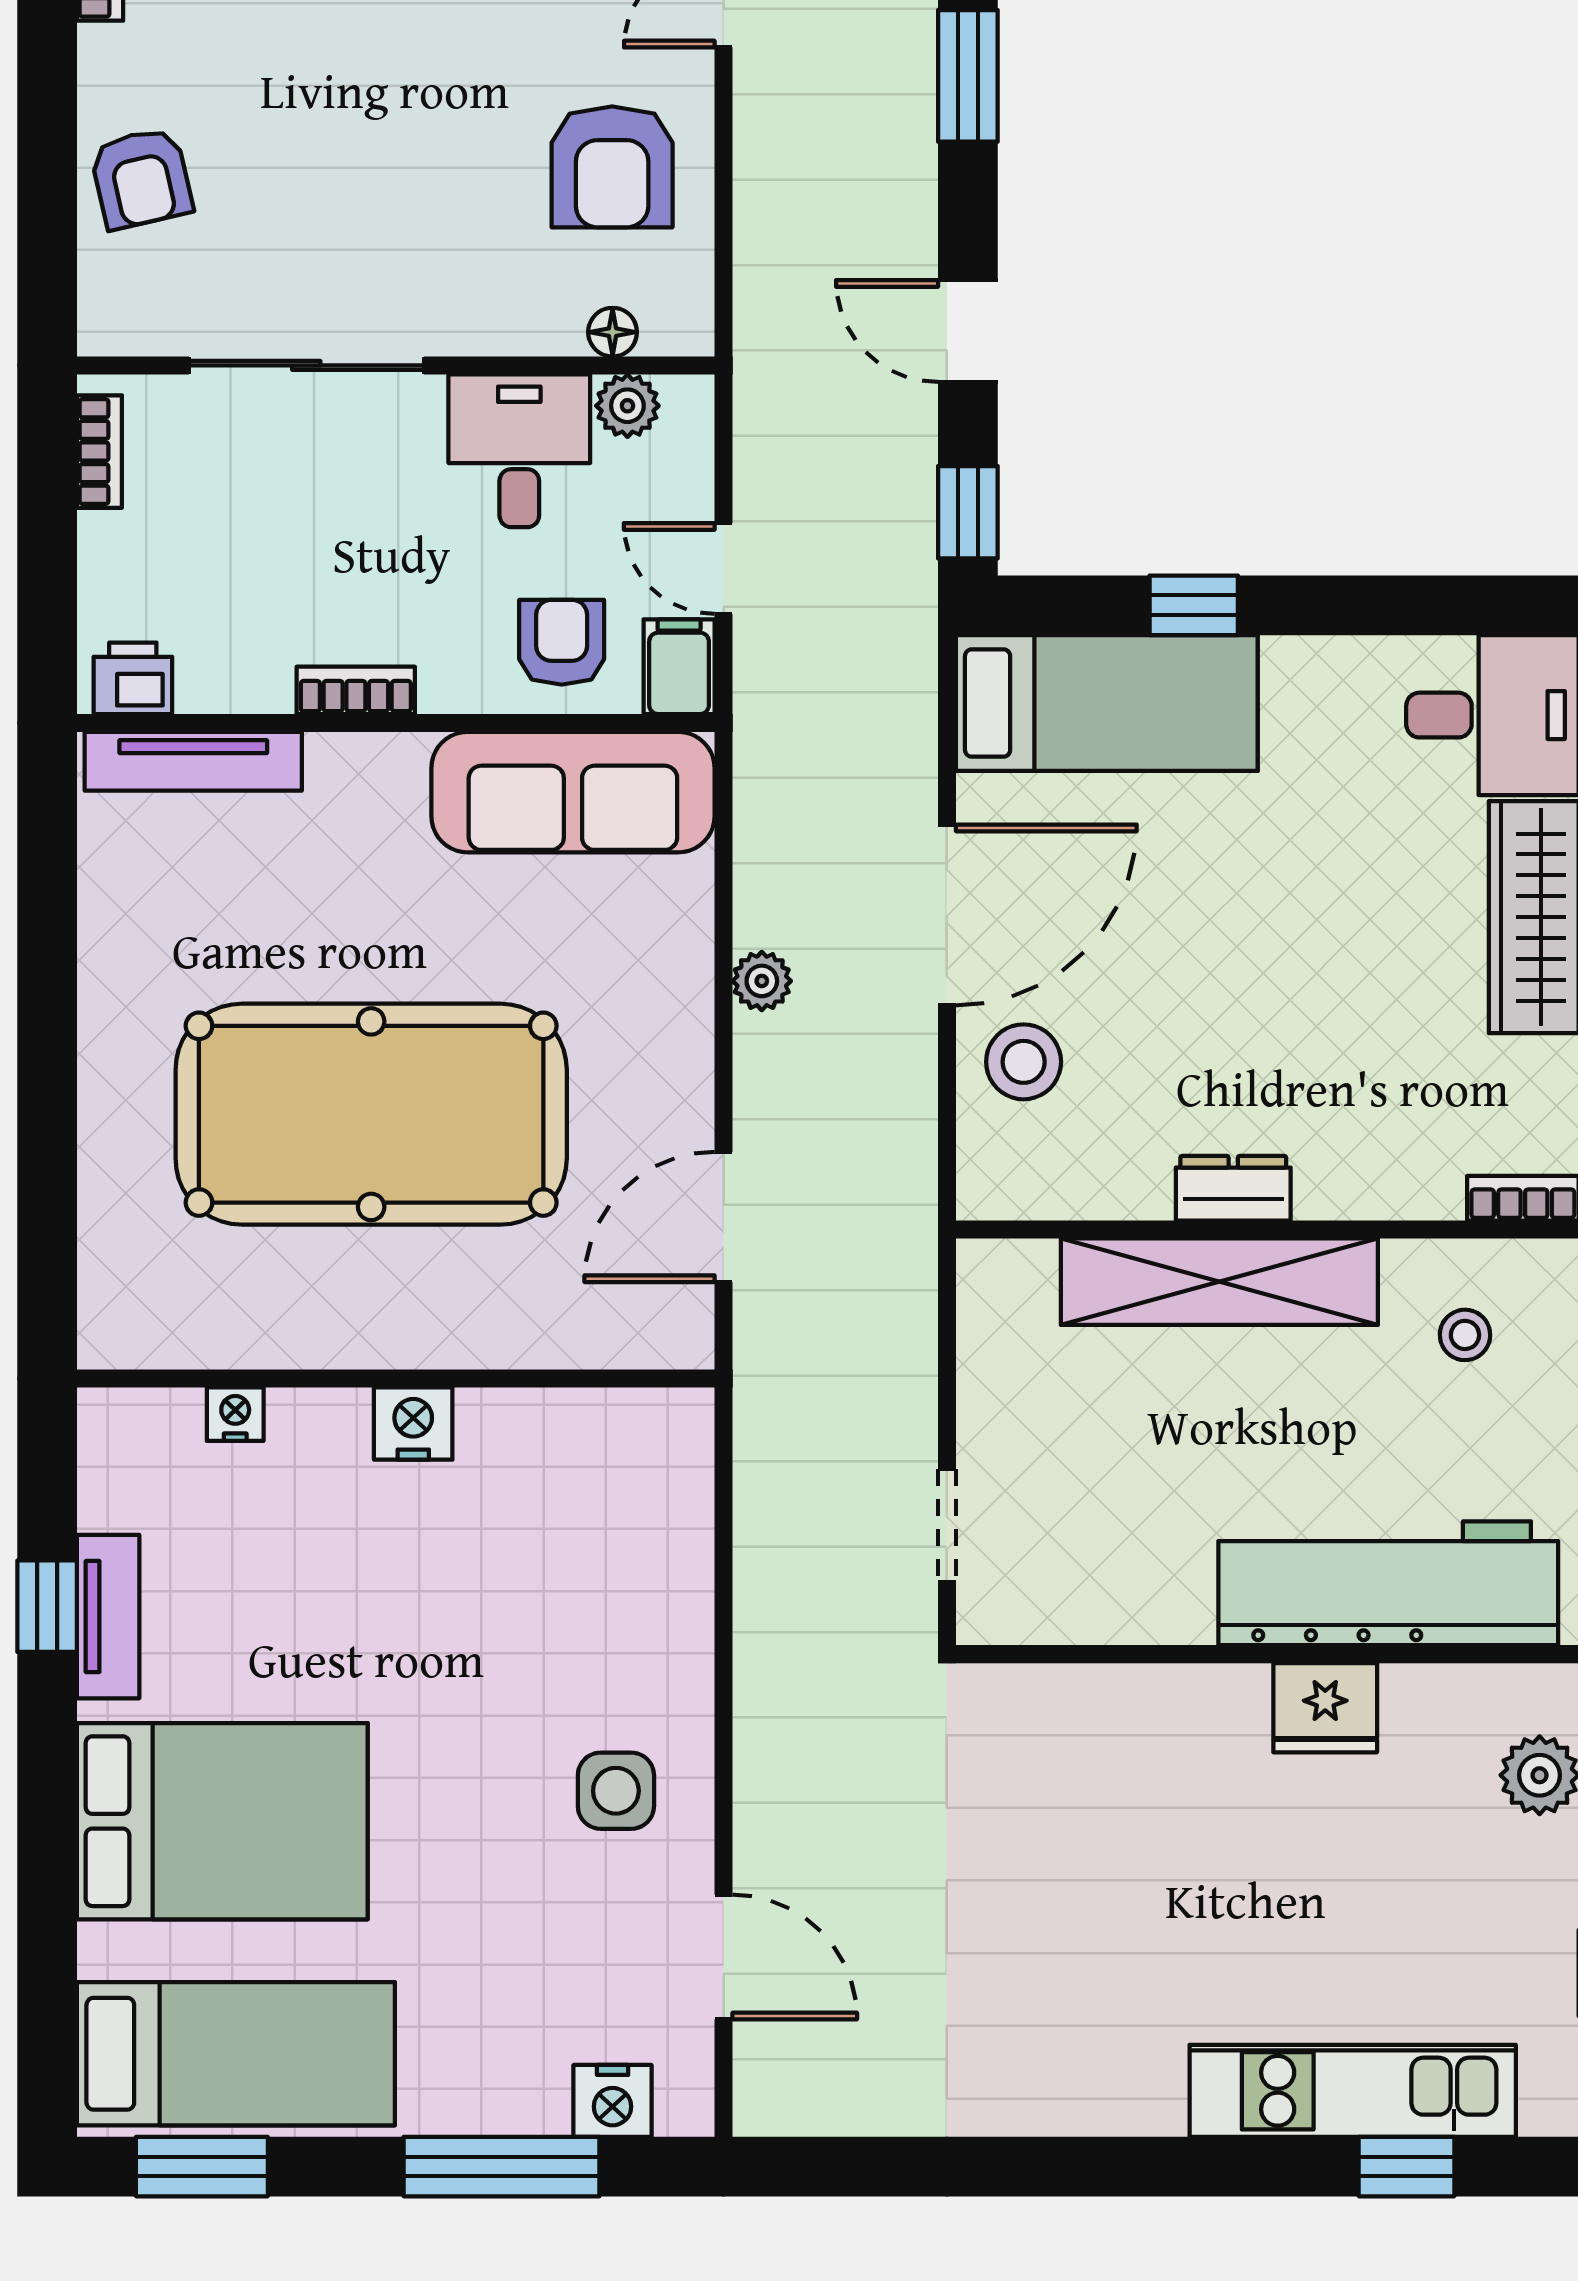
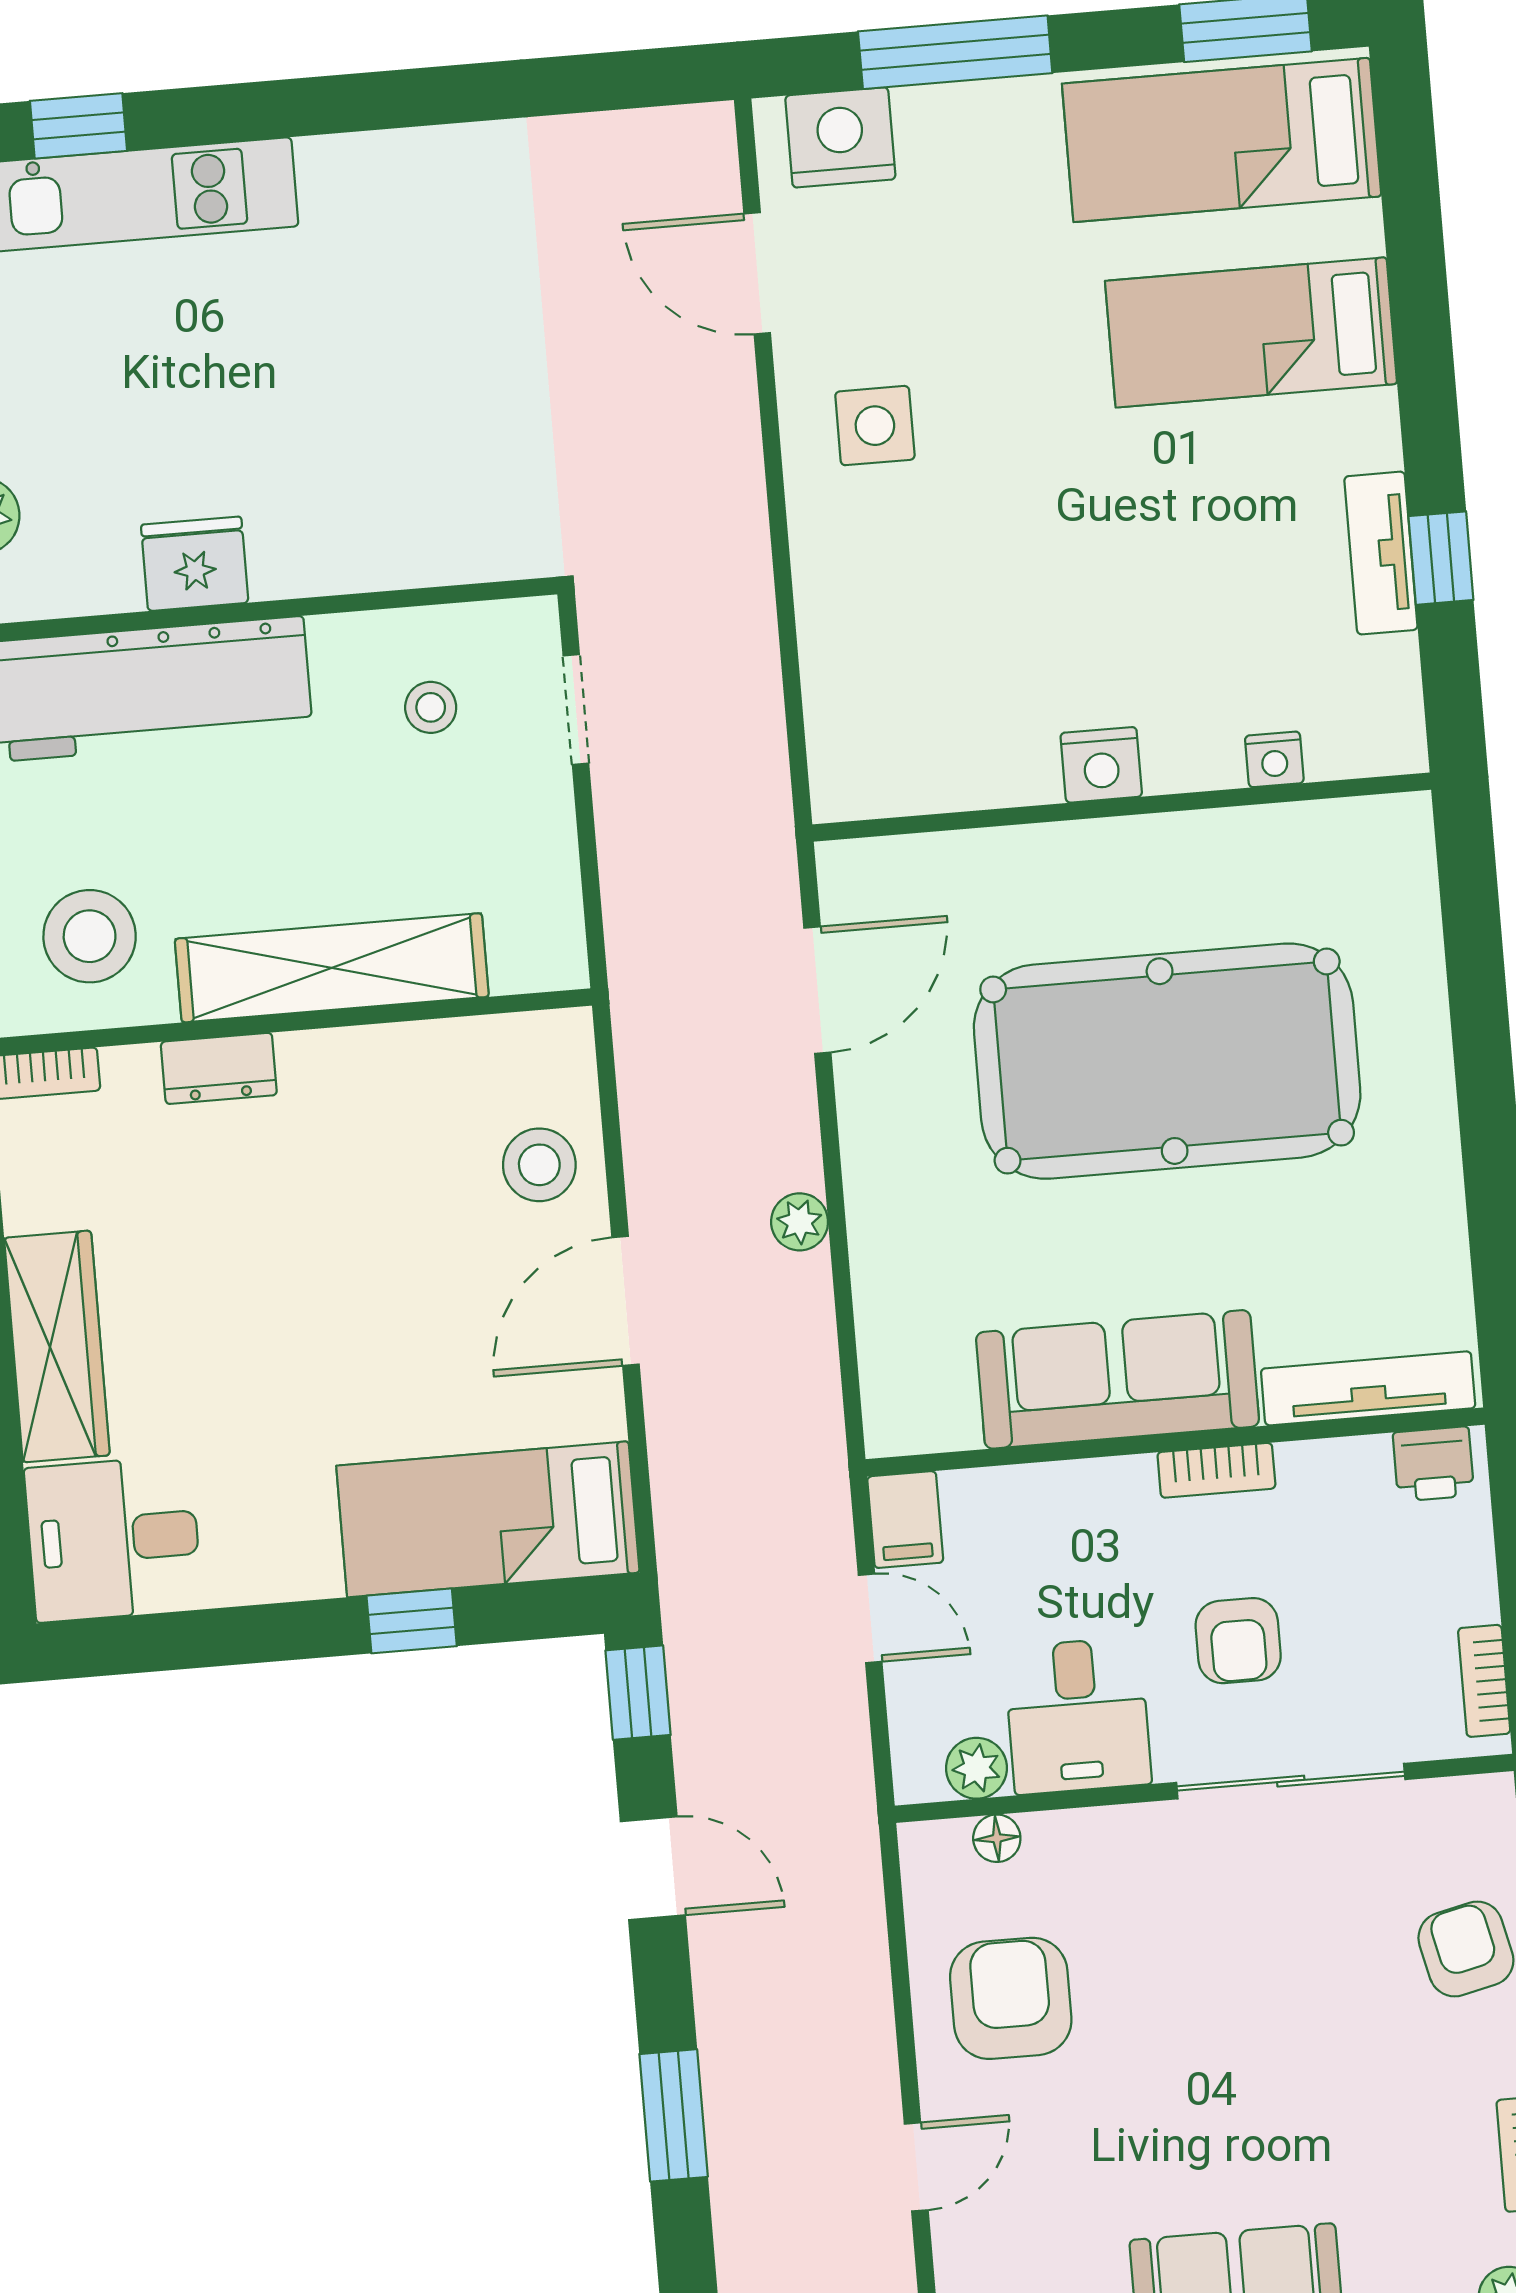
armchair: (562, 642) -> (1238, 1641), moved
sofa: (573, 792) -> (1118, 1379), moved
door: (947, 915) -> (625, 1301), width x0.73
dresser: (1233, 1188) -> (219, 1068), moved
stool: (1465, 1335) -> (90, 936), width x1.89, depth x1.89
stool: (1096, 1540) -> (431, 707), added
bed: (222, 1821) -> (1251, 332), width x0.67
nightstand: (613, 2101) -> (840, 137), width x1.36, depth x1.33

